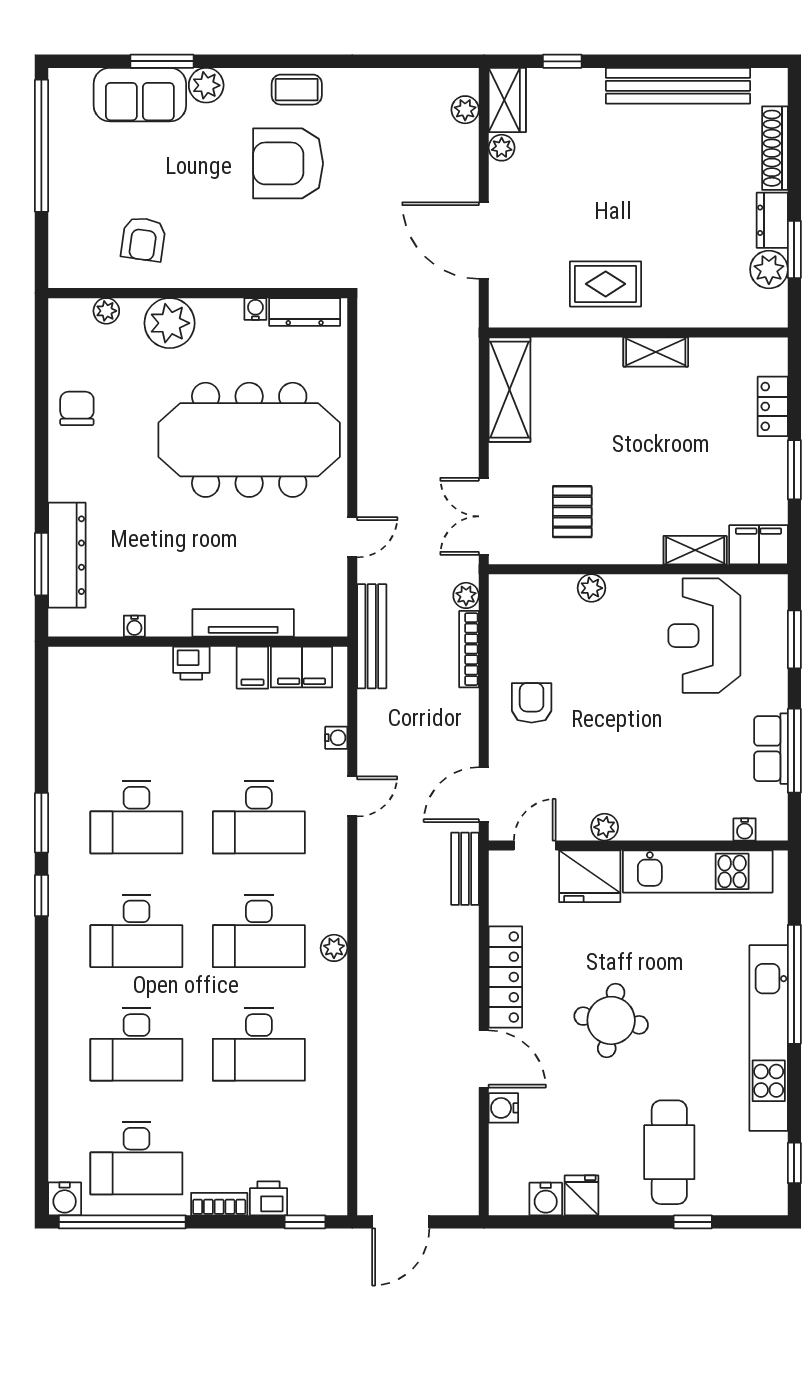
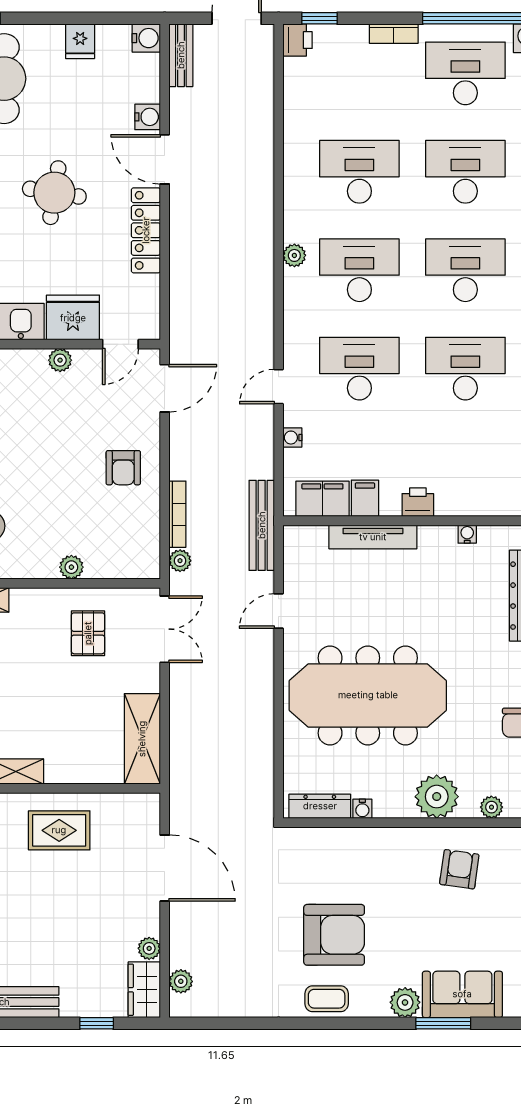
bench: (465, 869) -> (181, 55), moved
printer: (269, 1198) -> (298, 40), moved, turned -90
water cooler: (546, 1199) -> (146, 38), moved, turned 90

